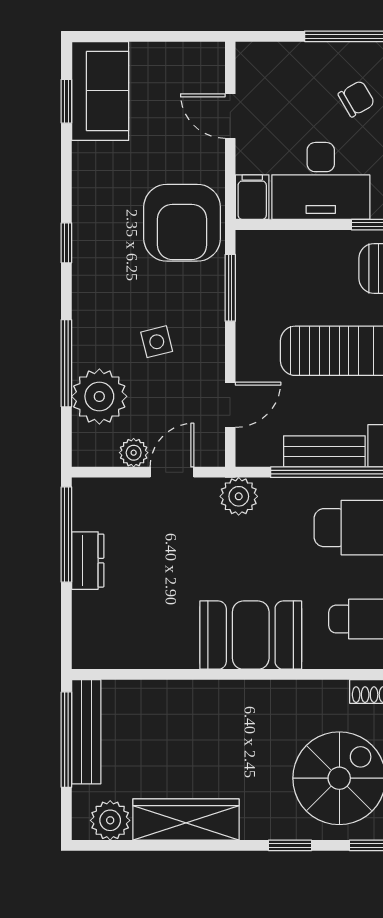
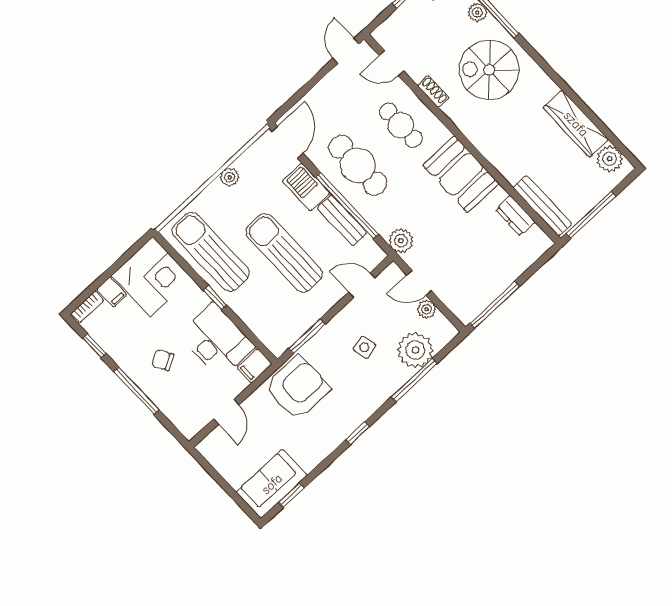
dresser: (88, 561) -> (515, 216), moved, turned -90
bench: (86, 732) -> (542, 206), moved, turned 90
window: (290, 845) -> (542, 63), removed

